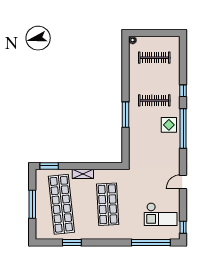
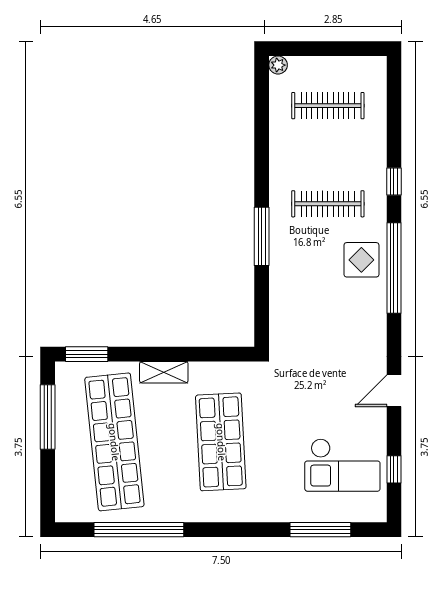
window: (32, 204) -> (48, 417), moved
window: (183, 227) -> (394, 469), moved
window: (72, 242) -> (139, 530), width x2.11
window: (151, 242) -> (320, 530), width x0.68

